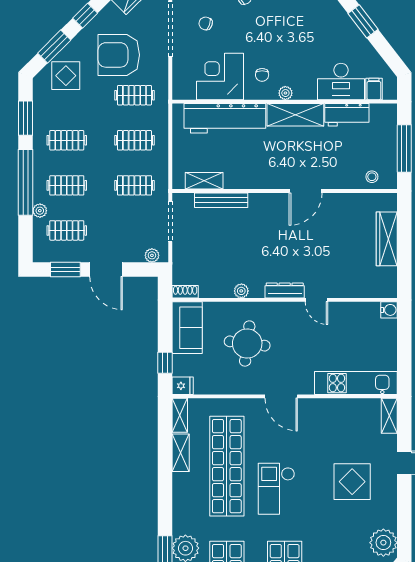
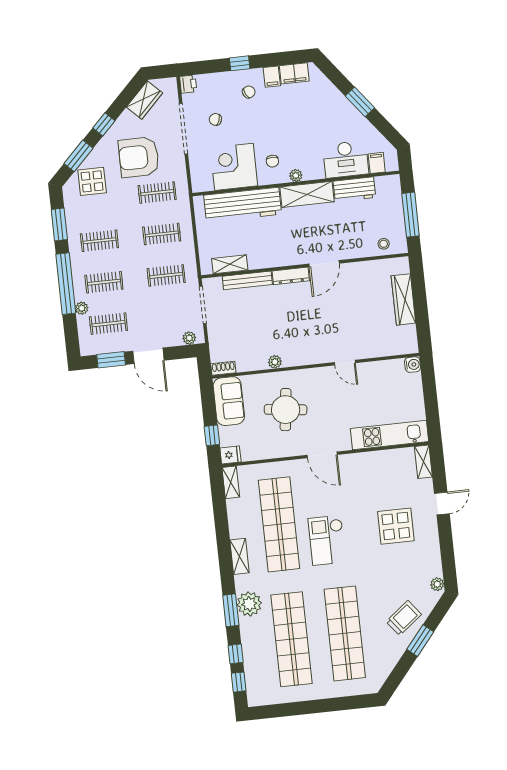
dresser: (285, 291) -> (291, 276), moved, turned 180
shelving: (181, 453) -> (240, 556), moved
plant: (383, 543) -> (437, 584), width x0.53, depth x0.53

